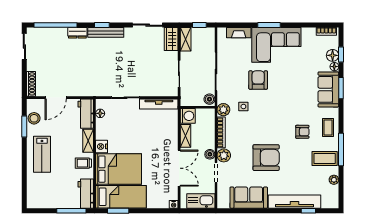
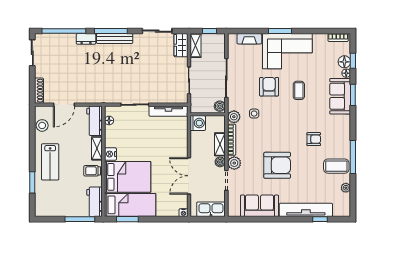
window: (102, 25) -> (111, 31), width x2.17
window: (24, 126) -> (32, 182), moved
coffee table: (328, 128) -> (299, 90), moved
shelving: (185, 136) -> (220, 144), moved
double door: (179, 168) -> (189, 176), swing flipped

